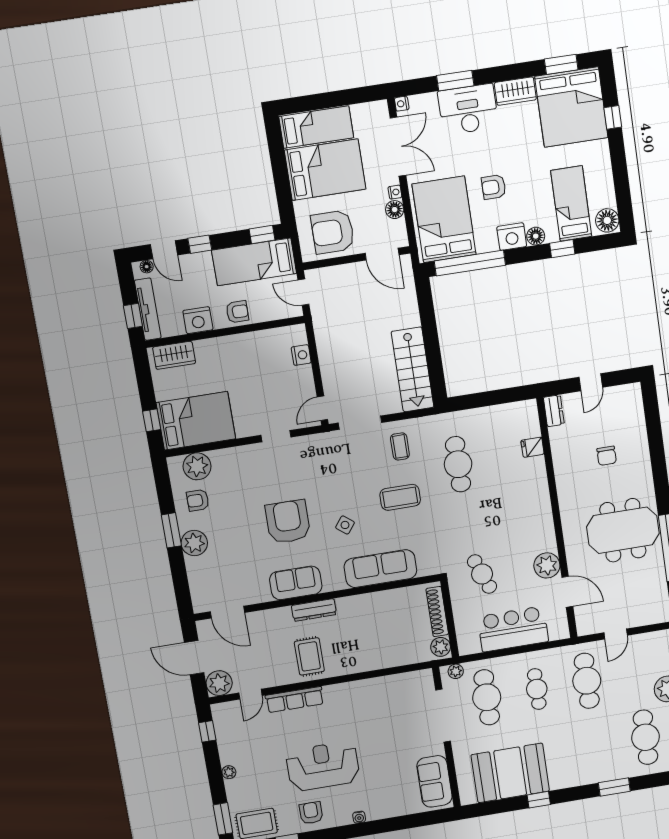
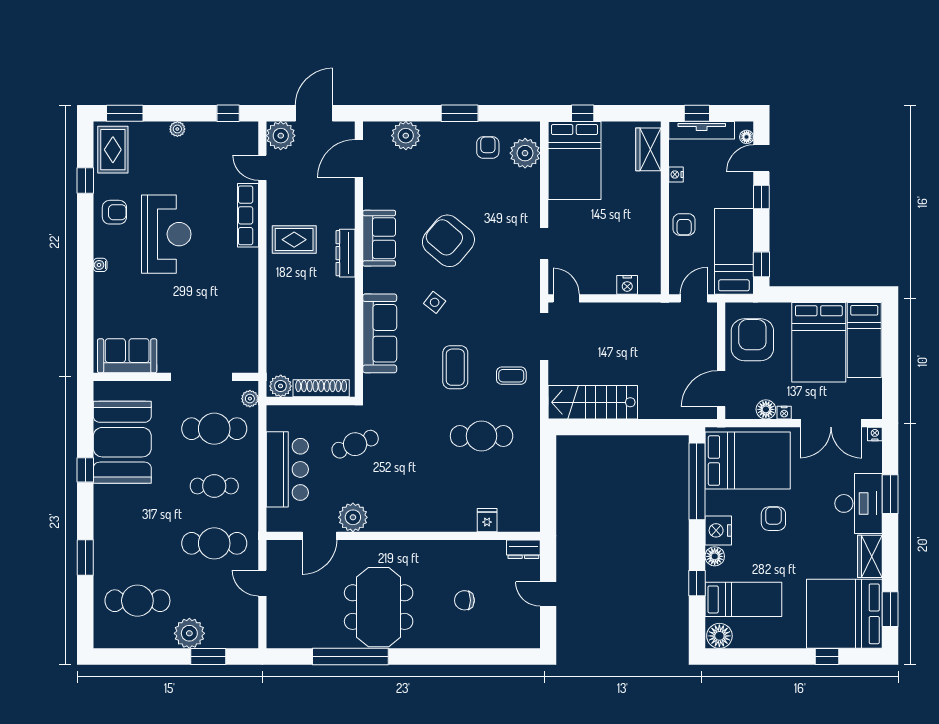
nightstand: (198, 320) -> (676, 174), width x0.53, depth x0.56
armchair: (288, 522) -> (448, 241), turned -140
plant: (194, 543) -> (406, 136), moved

